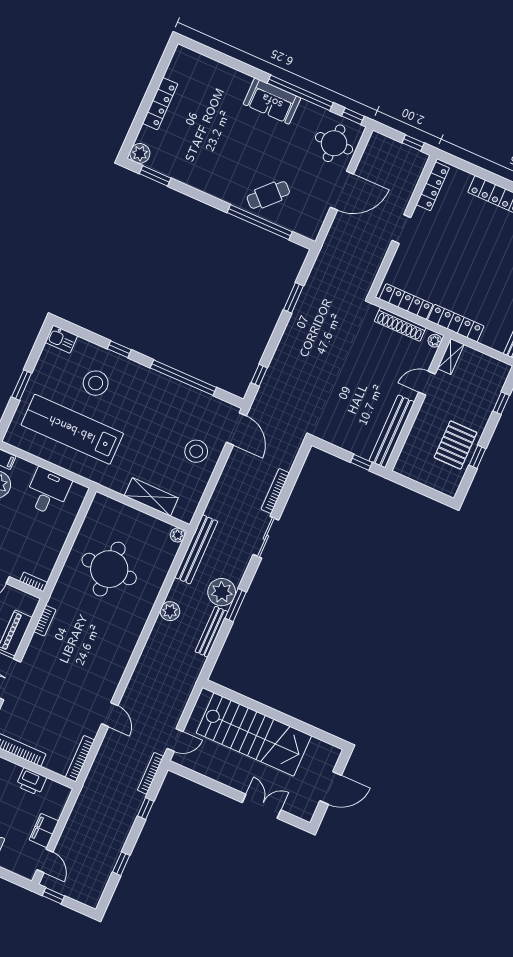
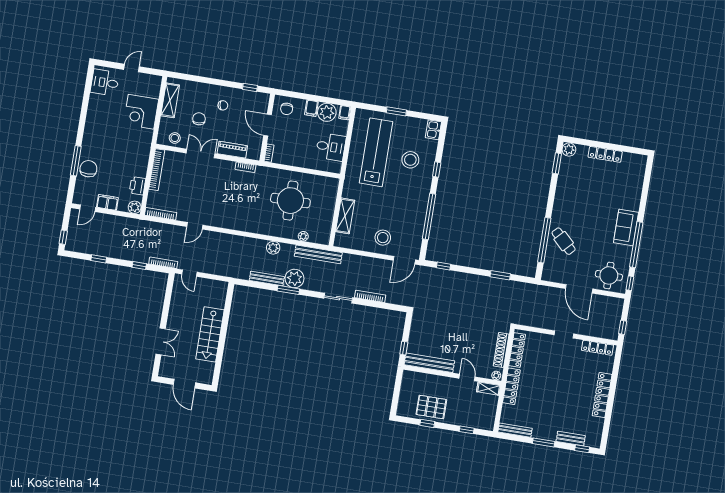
plant: (178, 535) -> (303, 236), moved
stairs: (254, 734) -> (210, 334), width x0.73, depth x0.66
plant: (61, 793) -> (135, 207), added
window: (53, 896) -> (63, 237), moved

